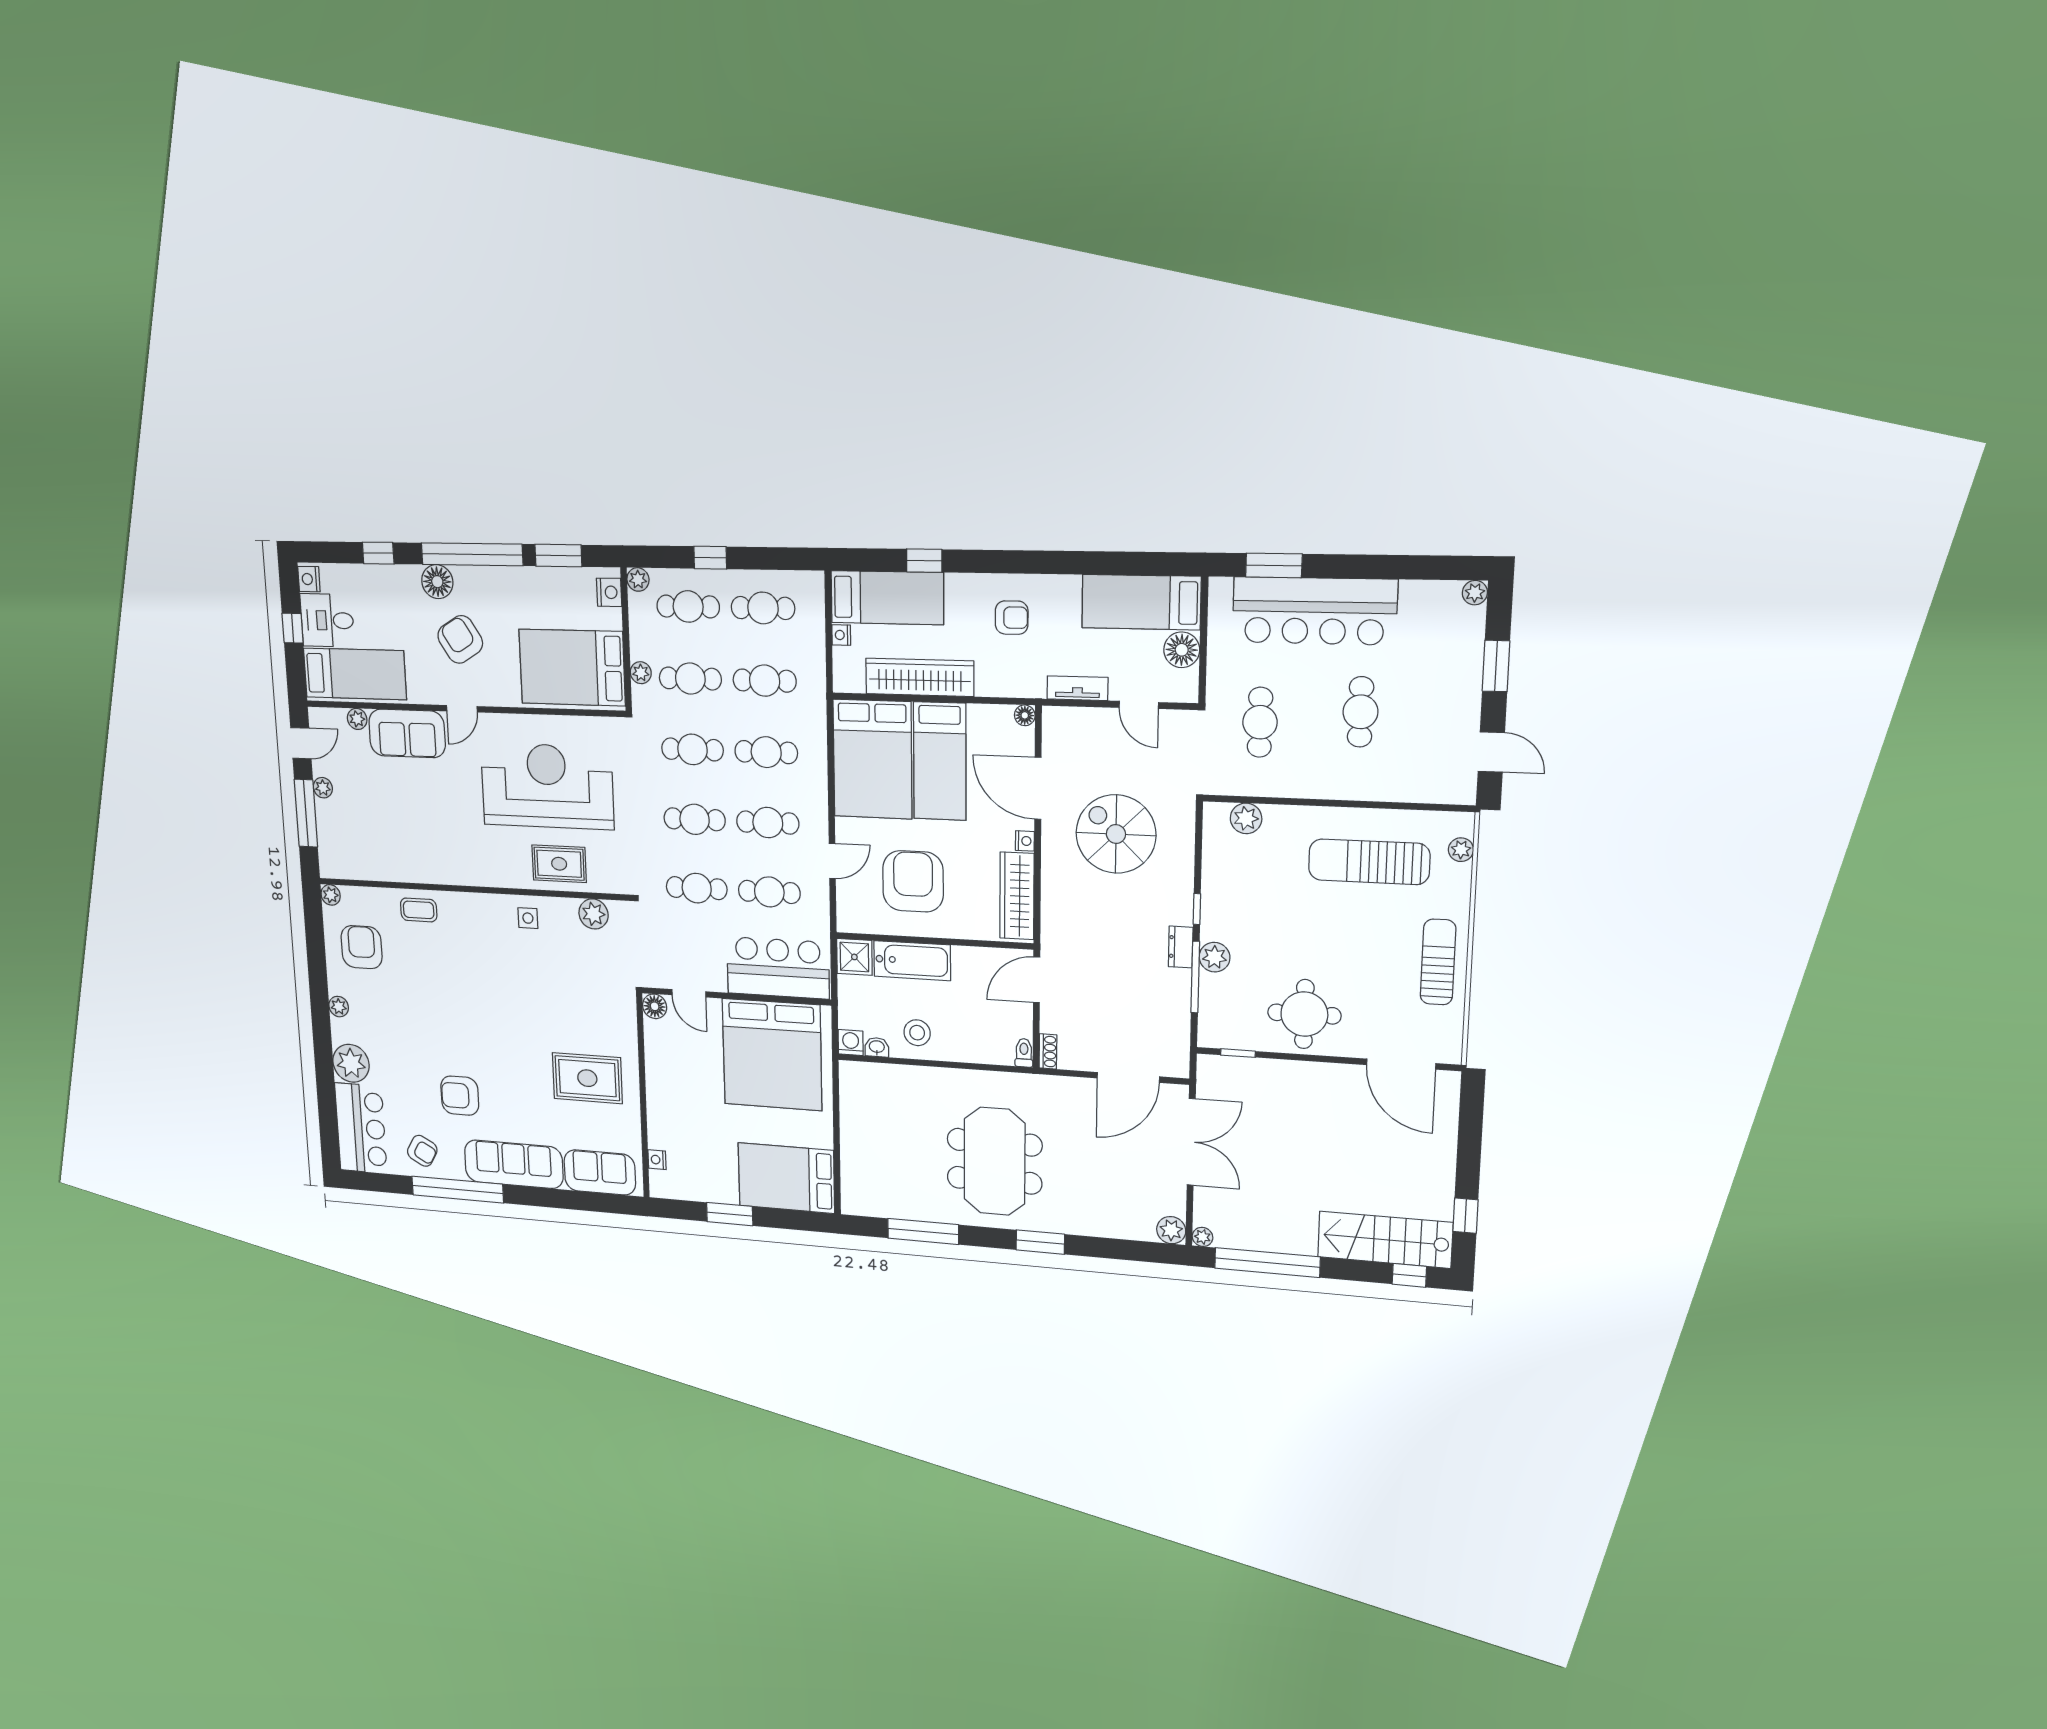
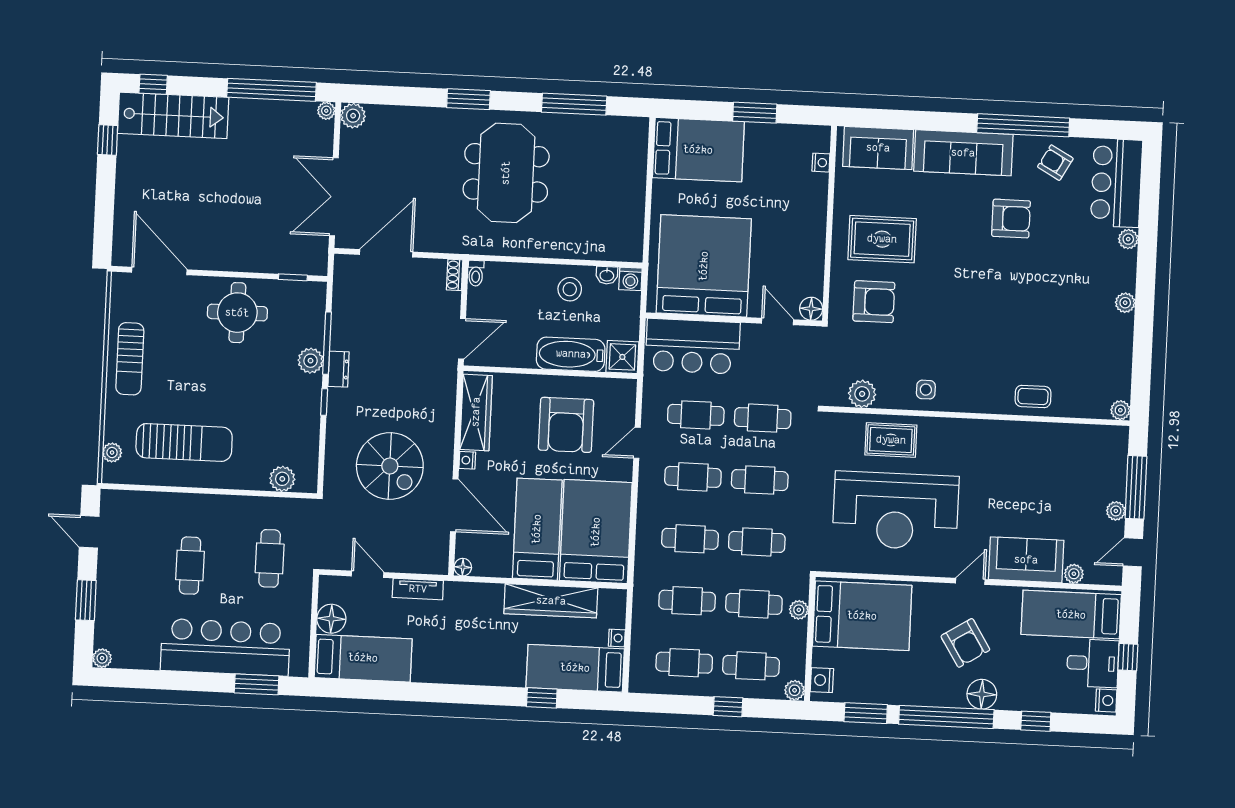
armchair: (1012, 618) -> (470, 649), removed
armchair: (362, 947) -> (874, 302), moved, turned -90
plant: (351, 1063) -> (1128, 239), width x0.53, depth x0.53

